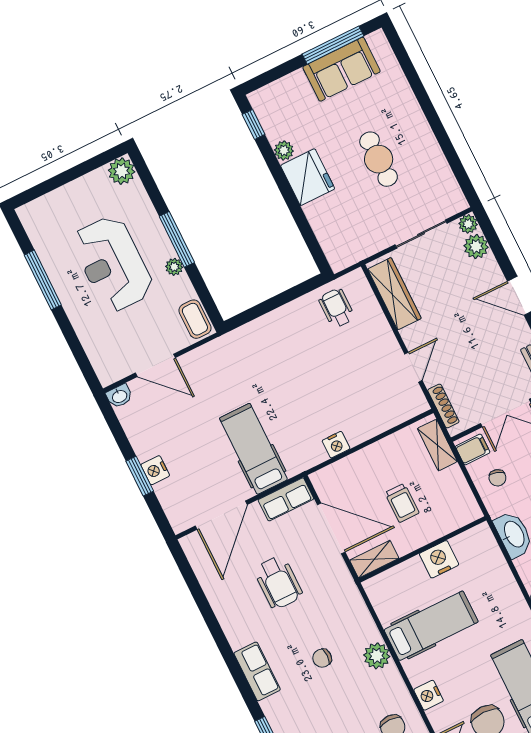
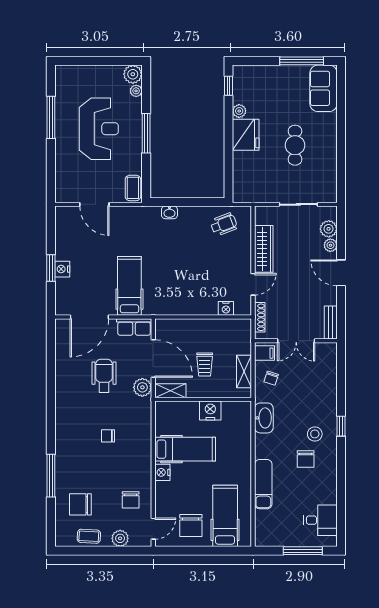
sofa: (341, 69) -> (324, 88), moved, turned 90
plant: (468, 224) -> (330, 245), moved
reception desk: (112, 264) -> (99, 129), turned 180
plant: (174, 267) -> (136, 91), moved
wardrobe: (394, 294) -> (264, 249), moved
wheelchair: (337, 308) -> (224, 224), turned 69
washbasin: (119, 396) -> (169, 212), moved
nightstand: (336, 445) -> (226, 308), moved
shelving: (437, 445) -> (244, 372), moved
wheelchair: (278, 582) -> (104, 376), turned 180
plant: (377, 656) -> (142, 387), moved
row of seats: (257, 671) -> (64, 424), removed
nightstand: (429, 695) -> (162, 472), moved

